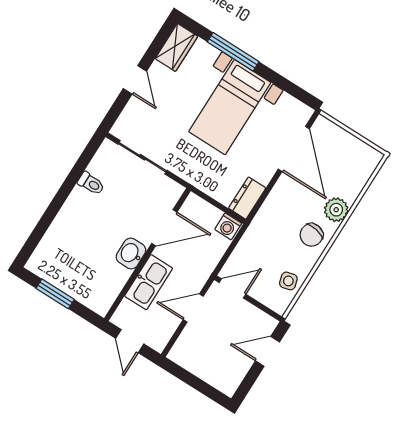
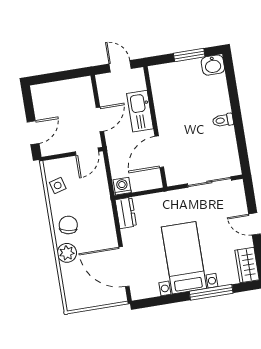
toilet: (91, 183) -> (223, 120), moved
washbasin: (131, 253) -> (213, 65), moved, turned 90

